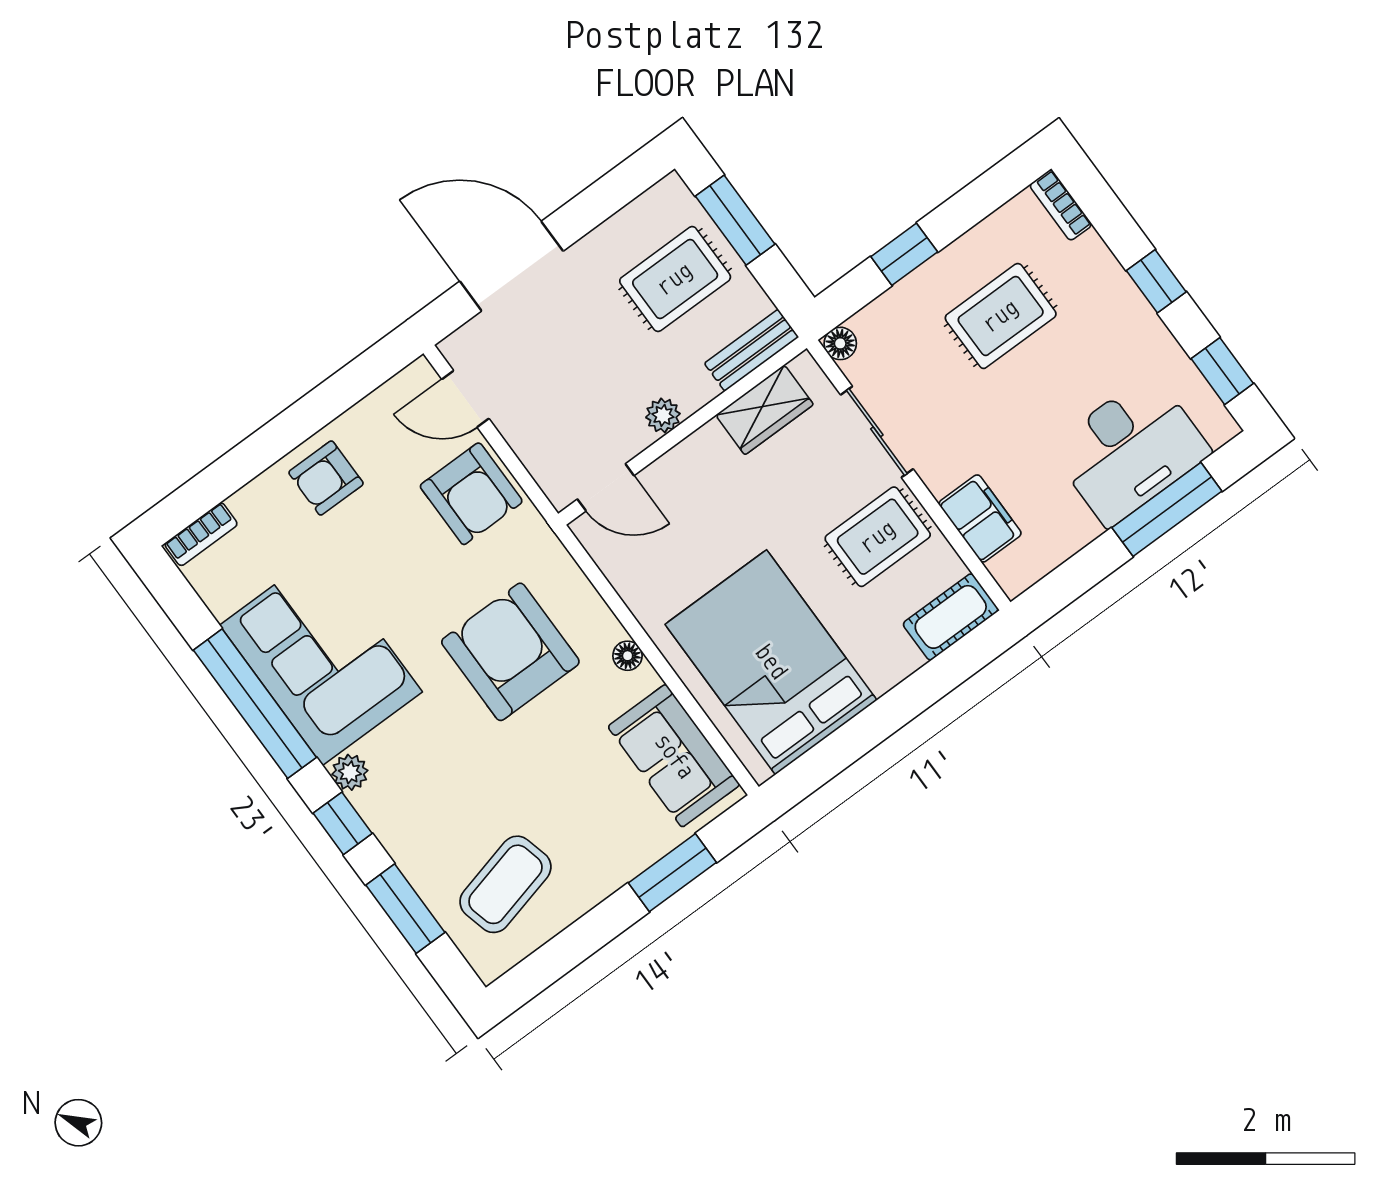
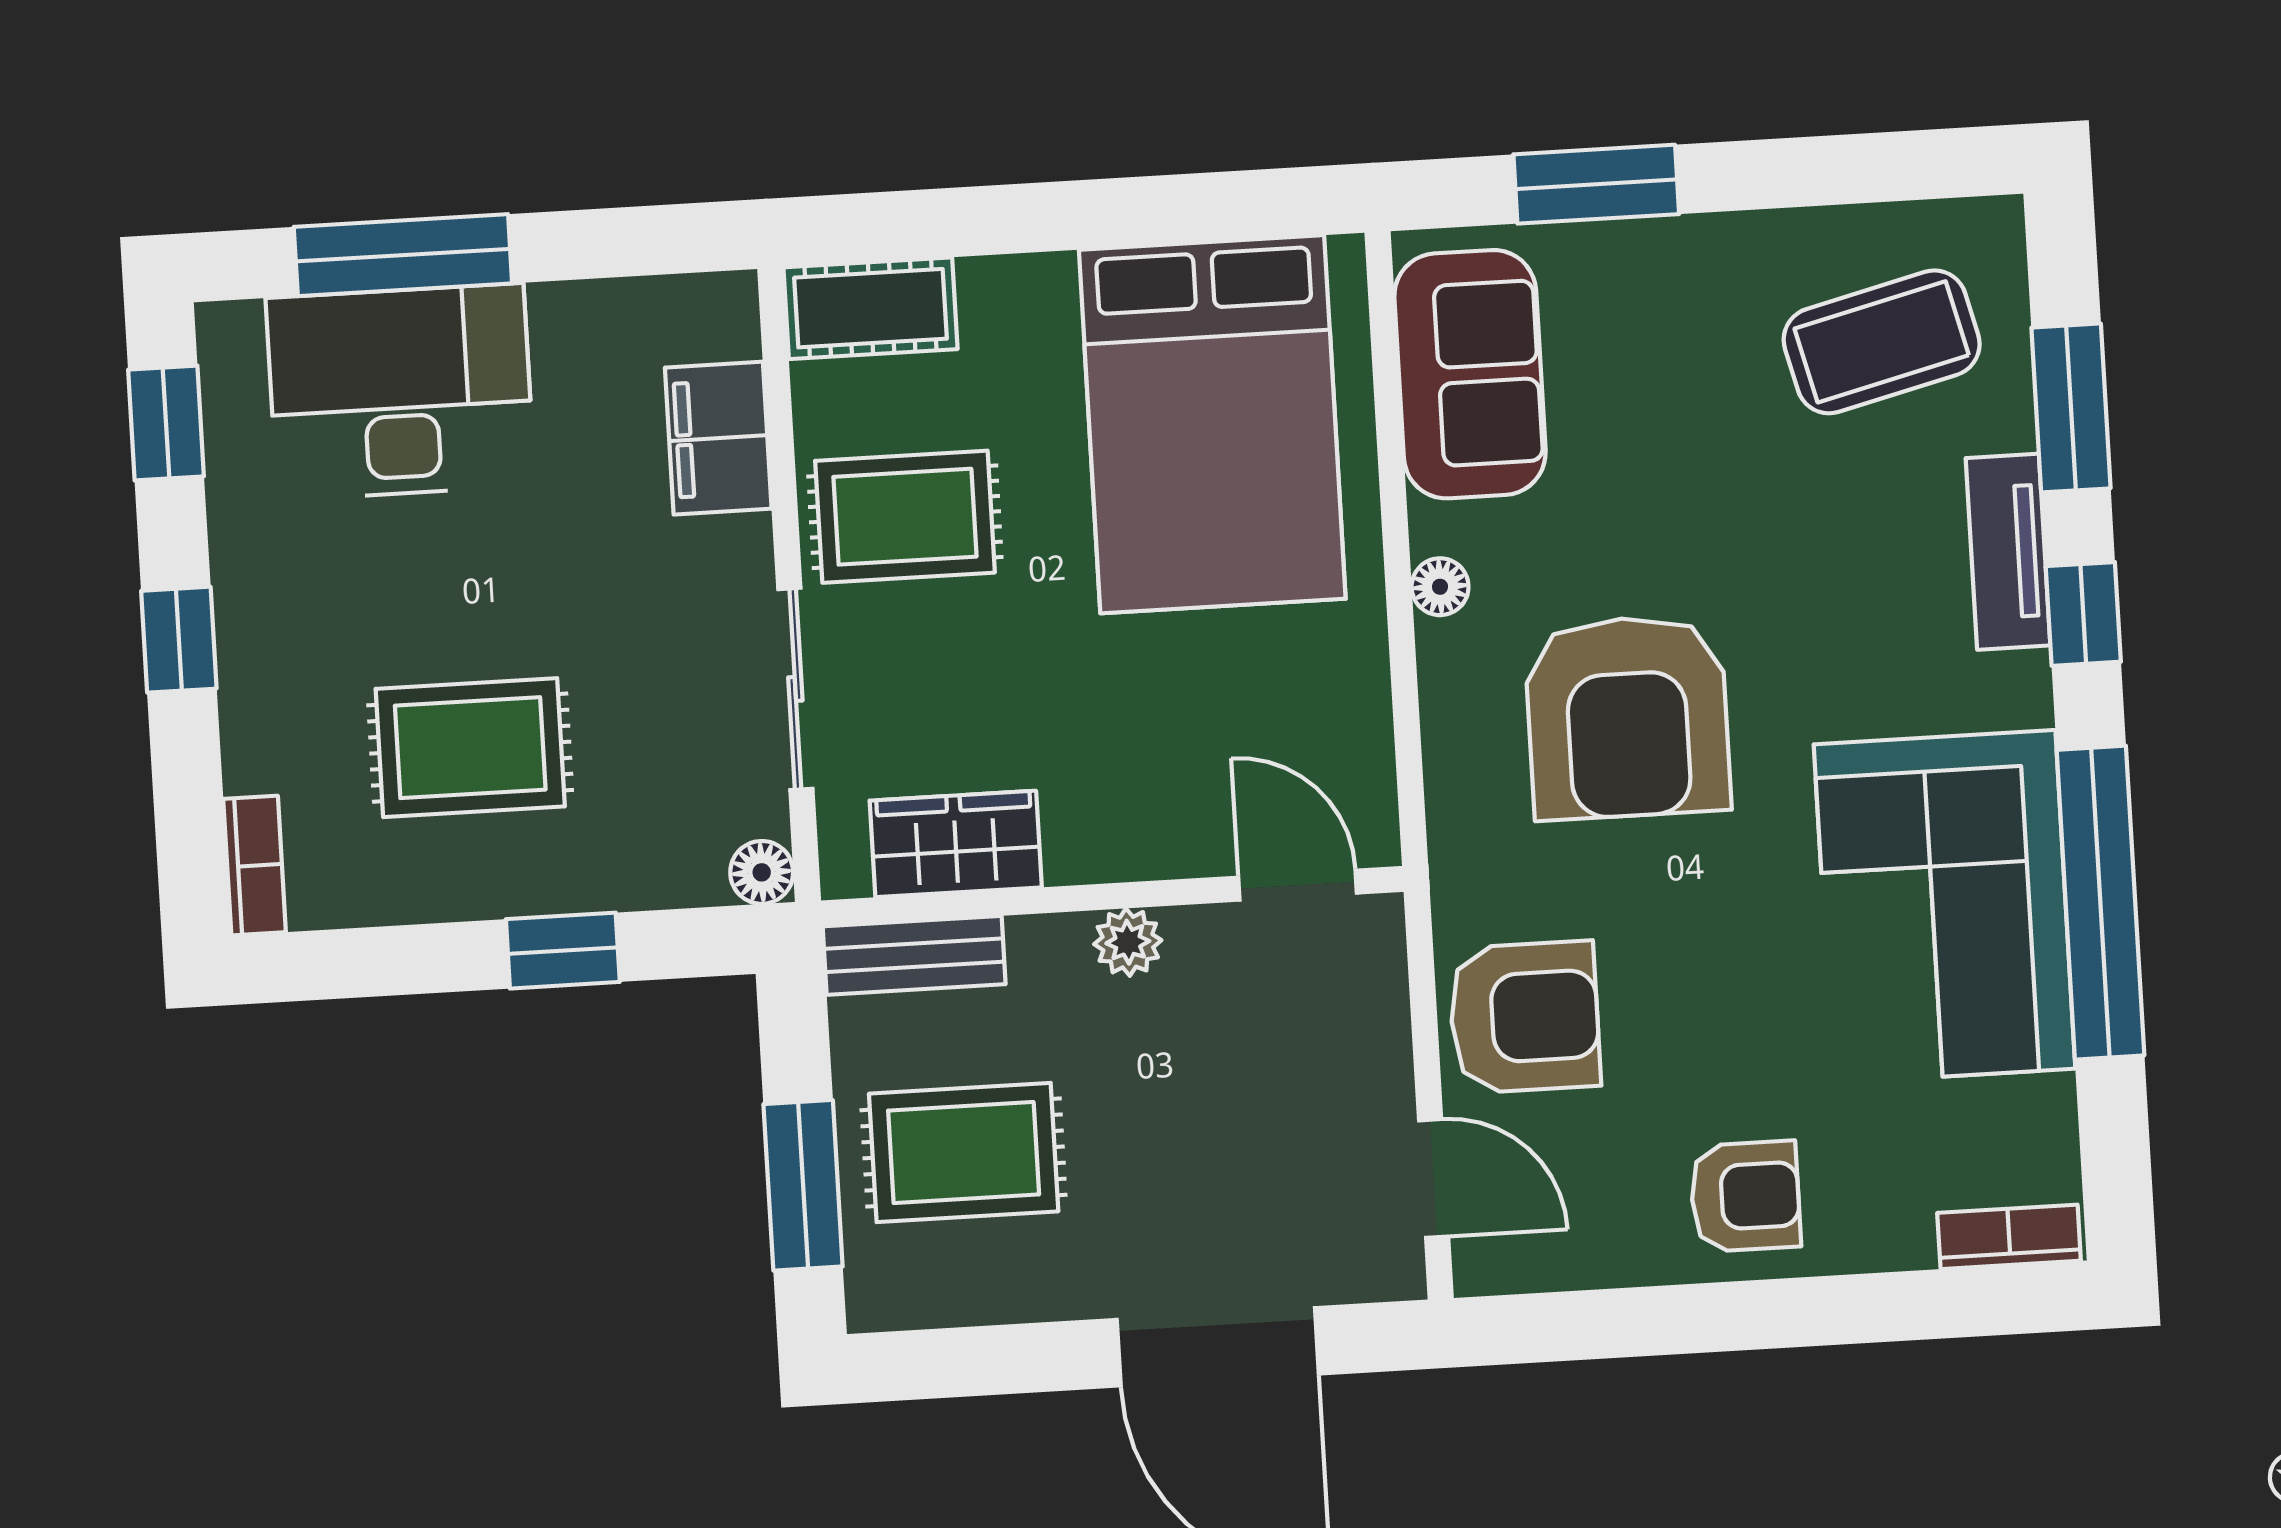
armchair: (471, 494) -> (1524, 1017), turned 90
plant: (350, 772) -> (2018, 690), removed
tv unit: (392, 829) -> (2008, 552), added

